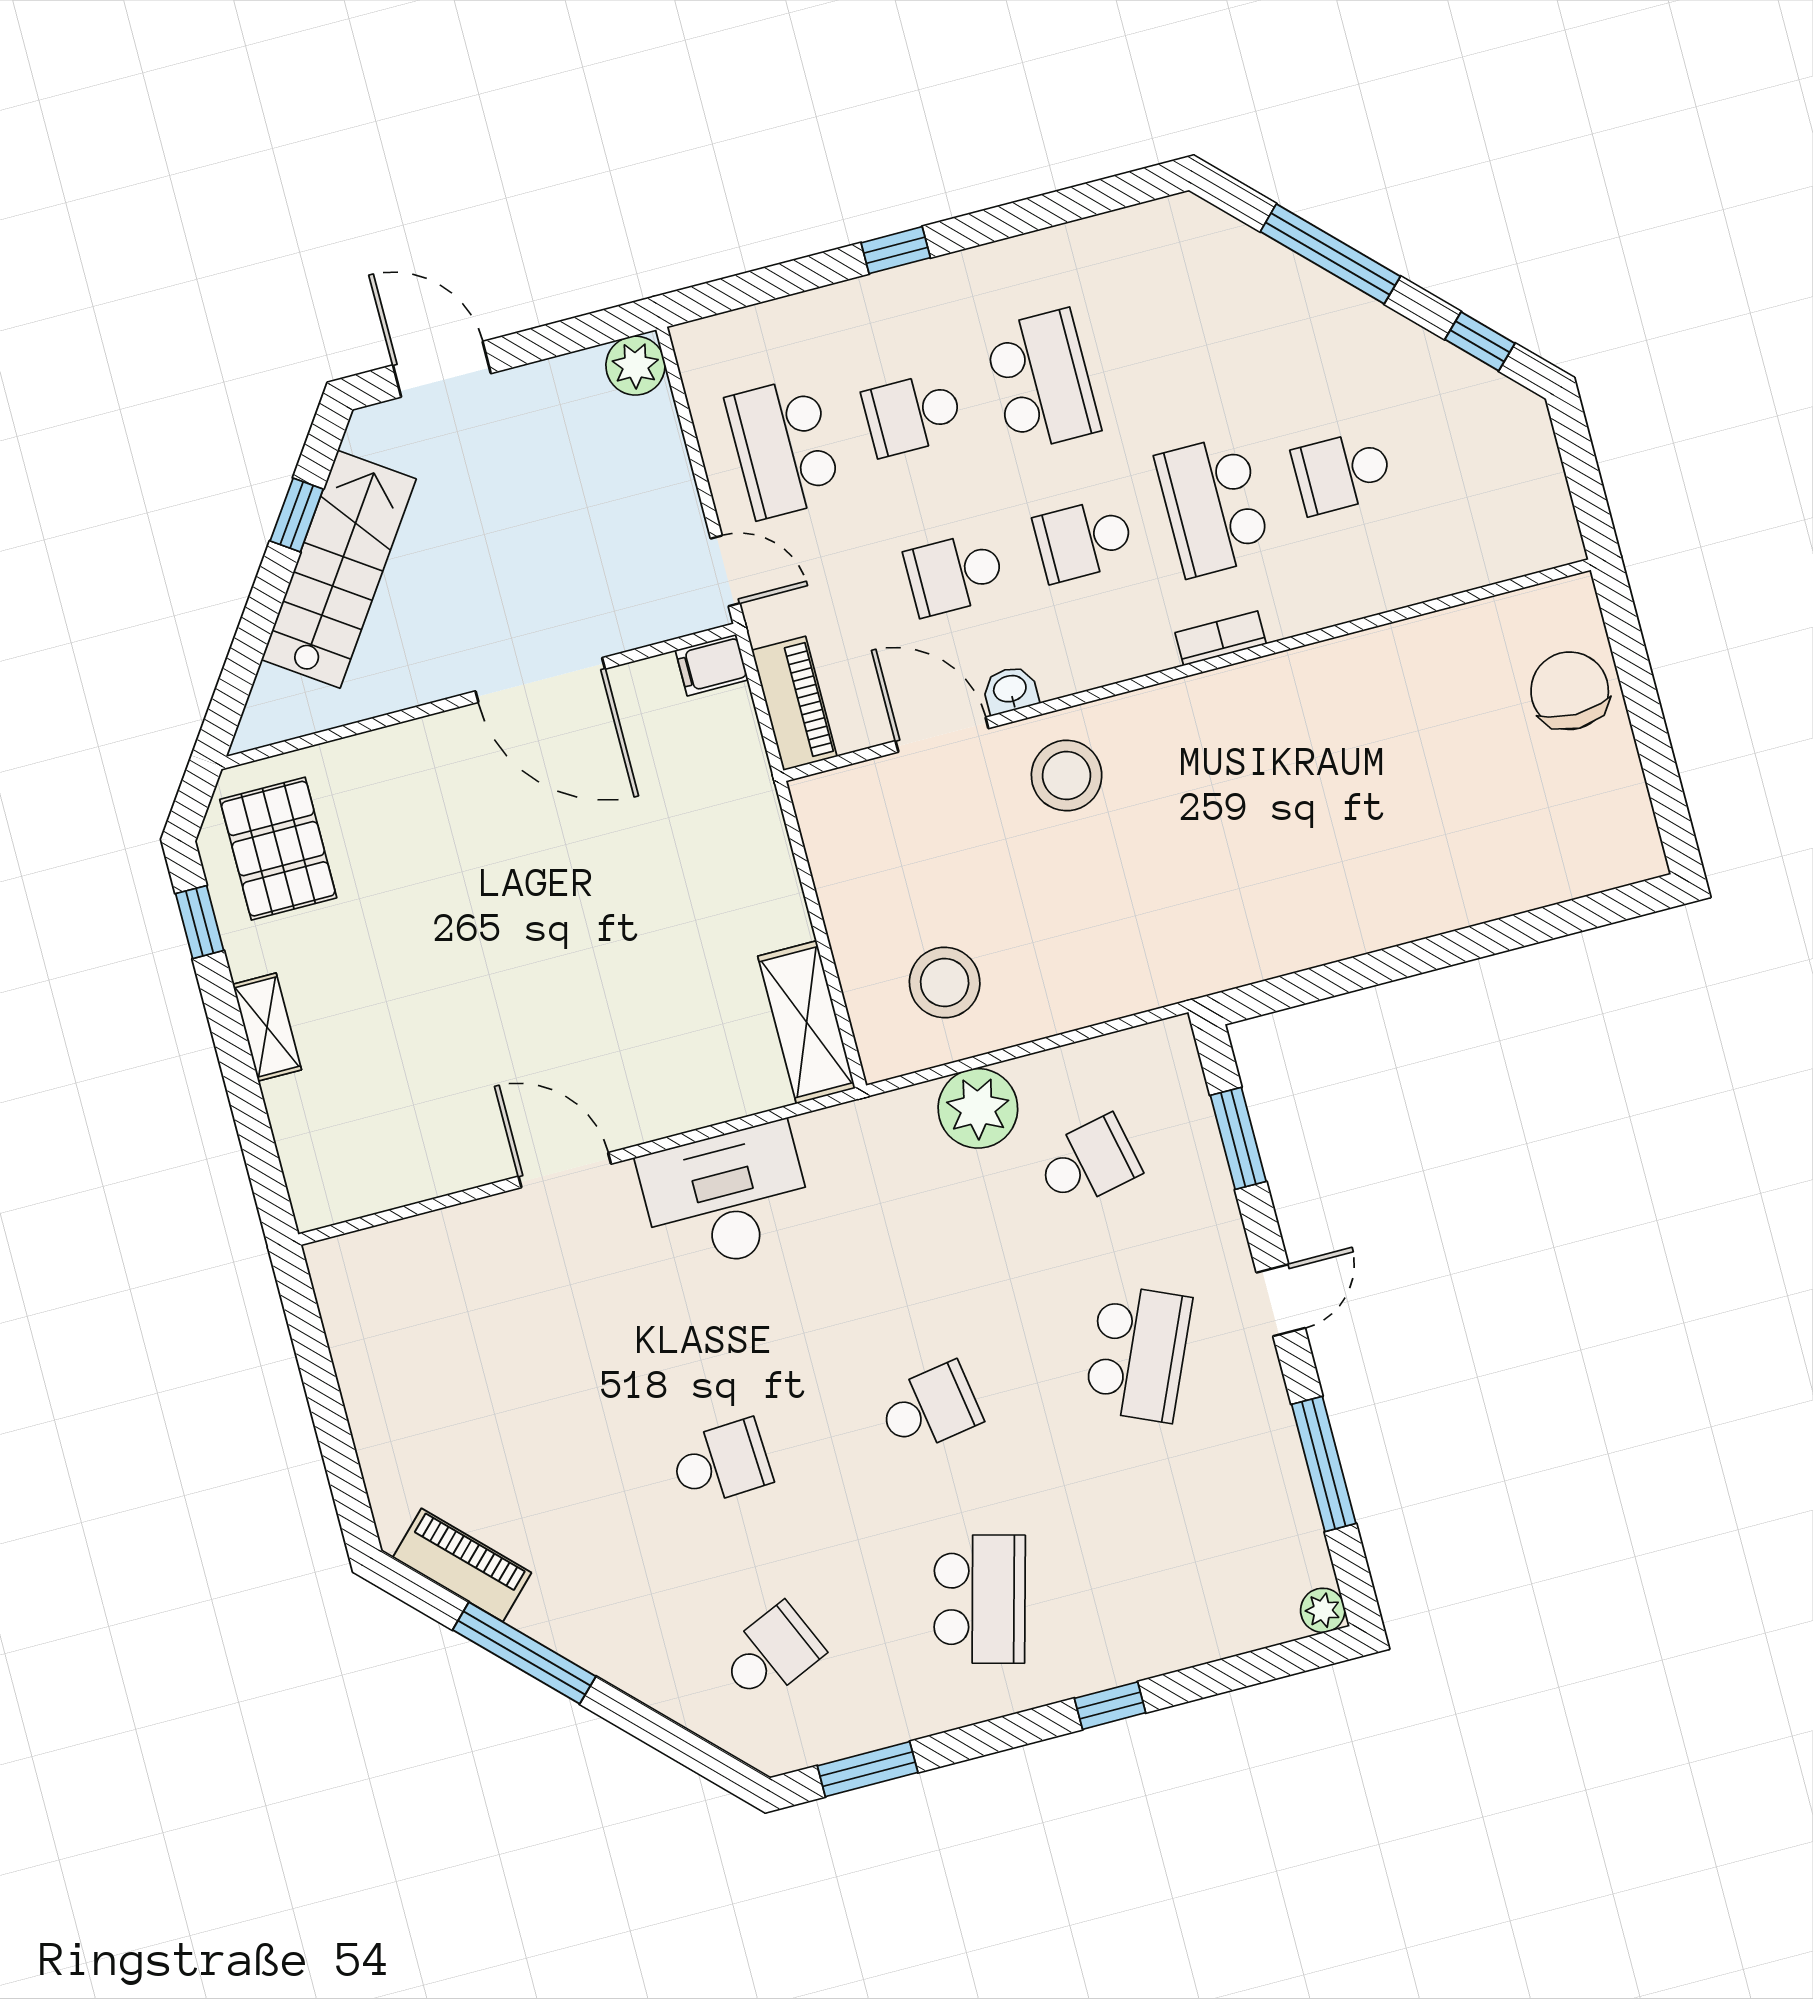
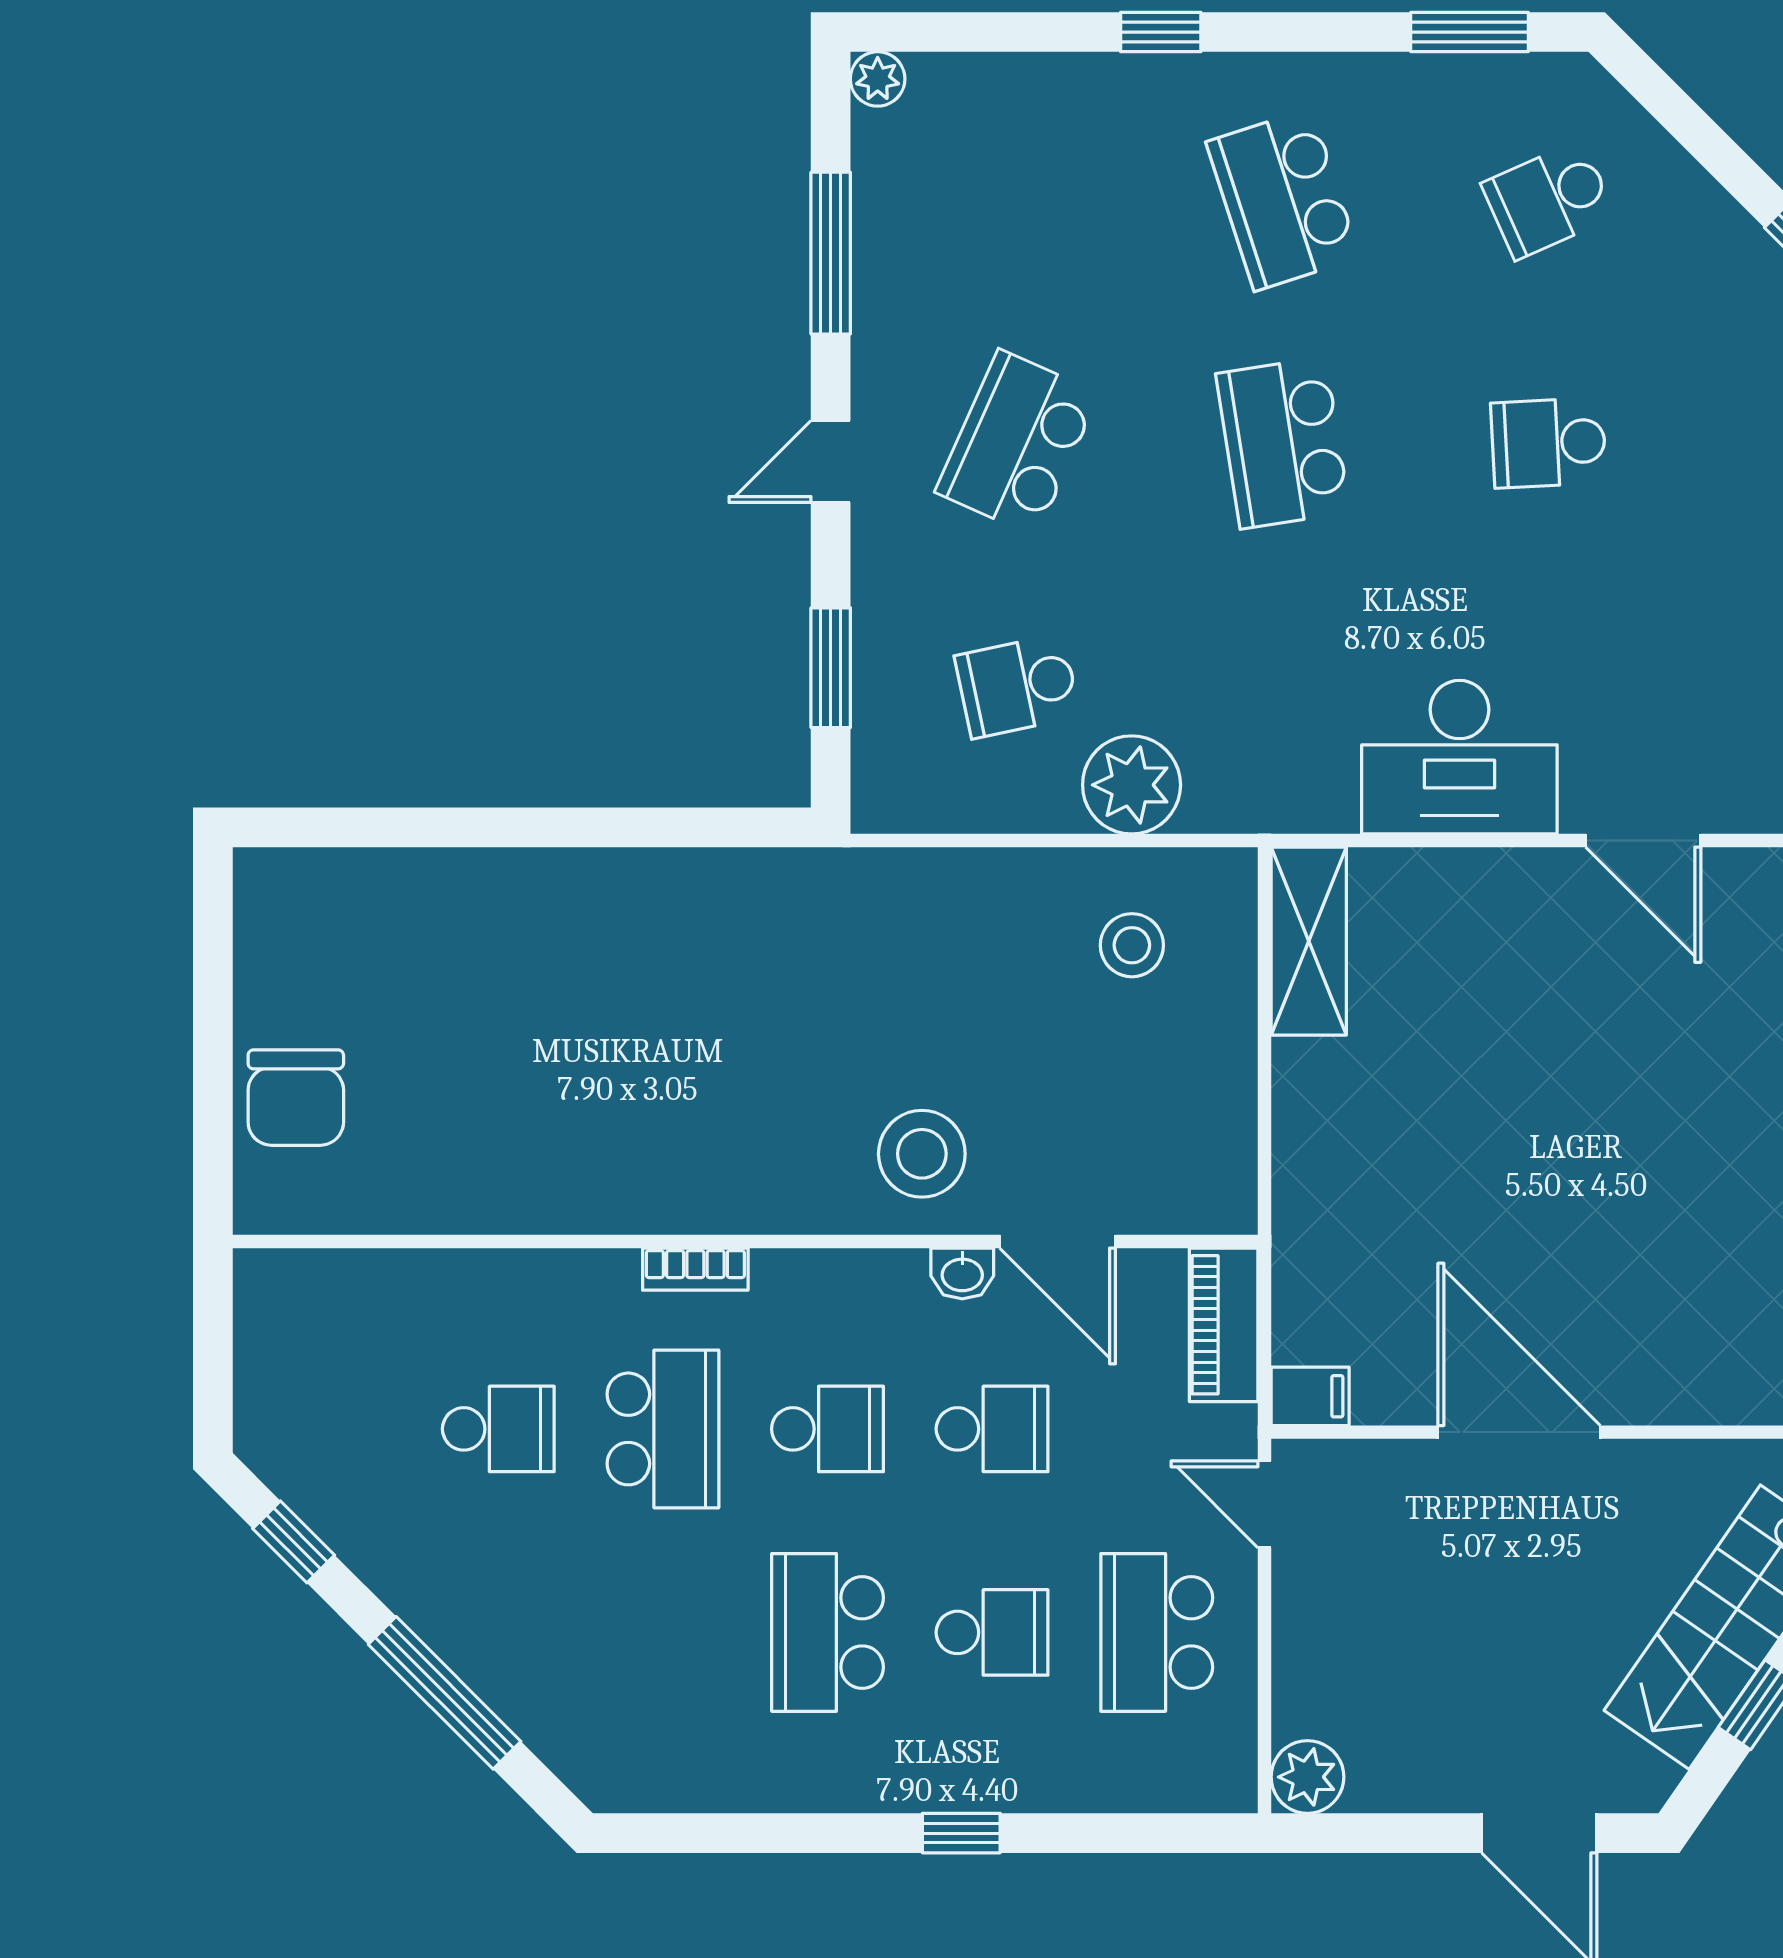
school desk: (784, 448) -> (1157, 1632), turned 180
stool: (945, 983) -> (1132, 945), width x0.73, depth x0.73
school desk: (930, 1408) -> (1283, 443), width x1.85
school desk: (980, 1599) -> (1283, 200), turned -33

